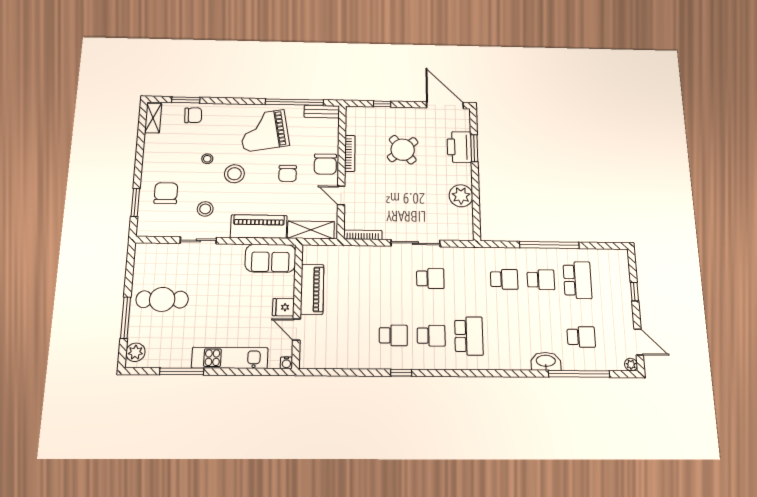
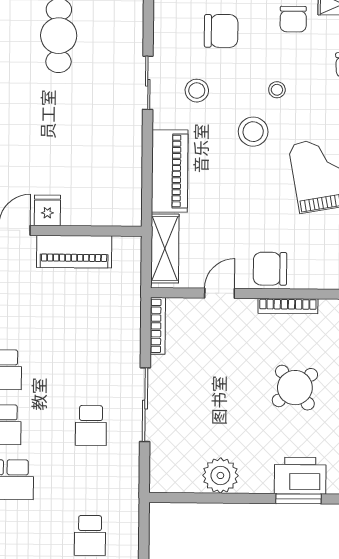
chair: (288, 174) -> (293, 19), moved, turned -90
sofa: (270, 258) -> (121, 190), removed

